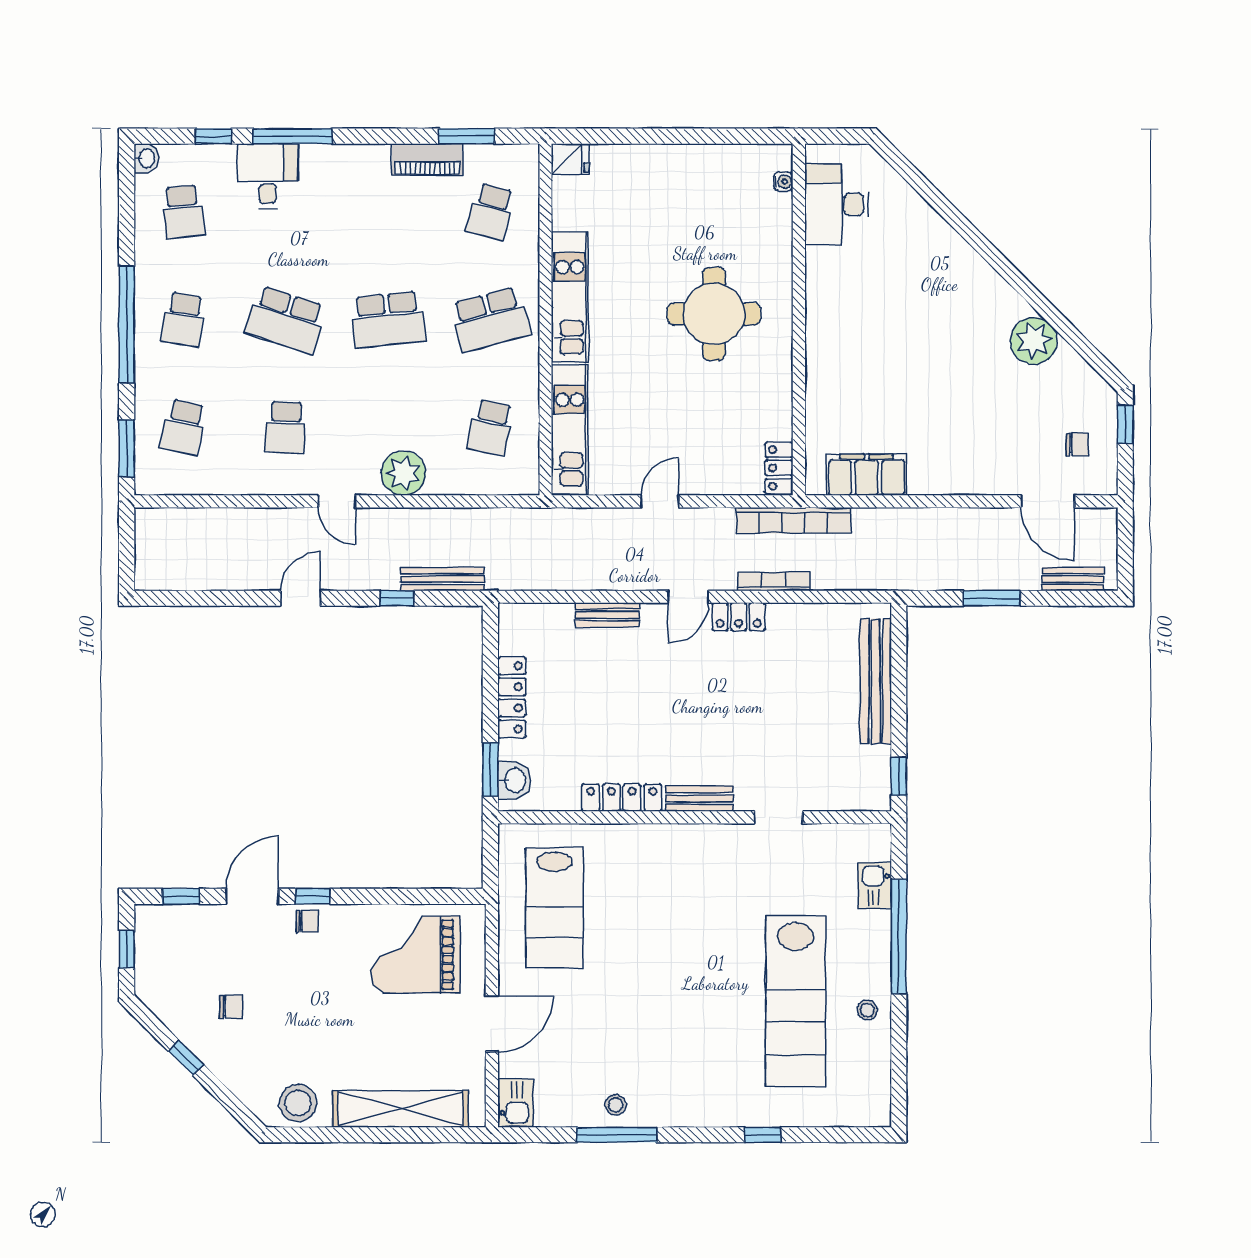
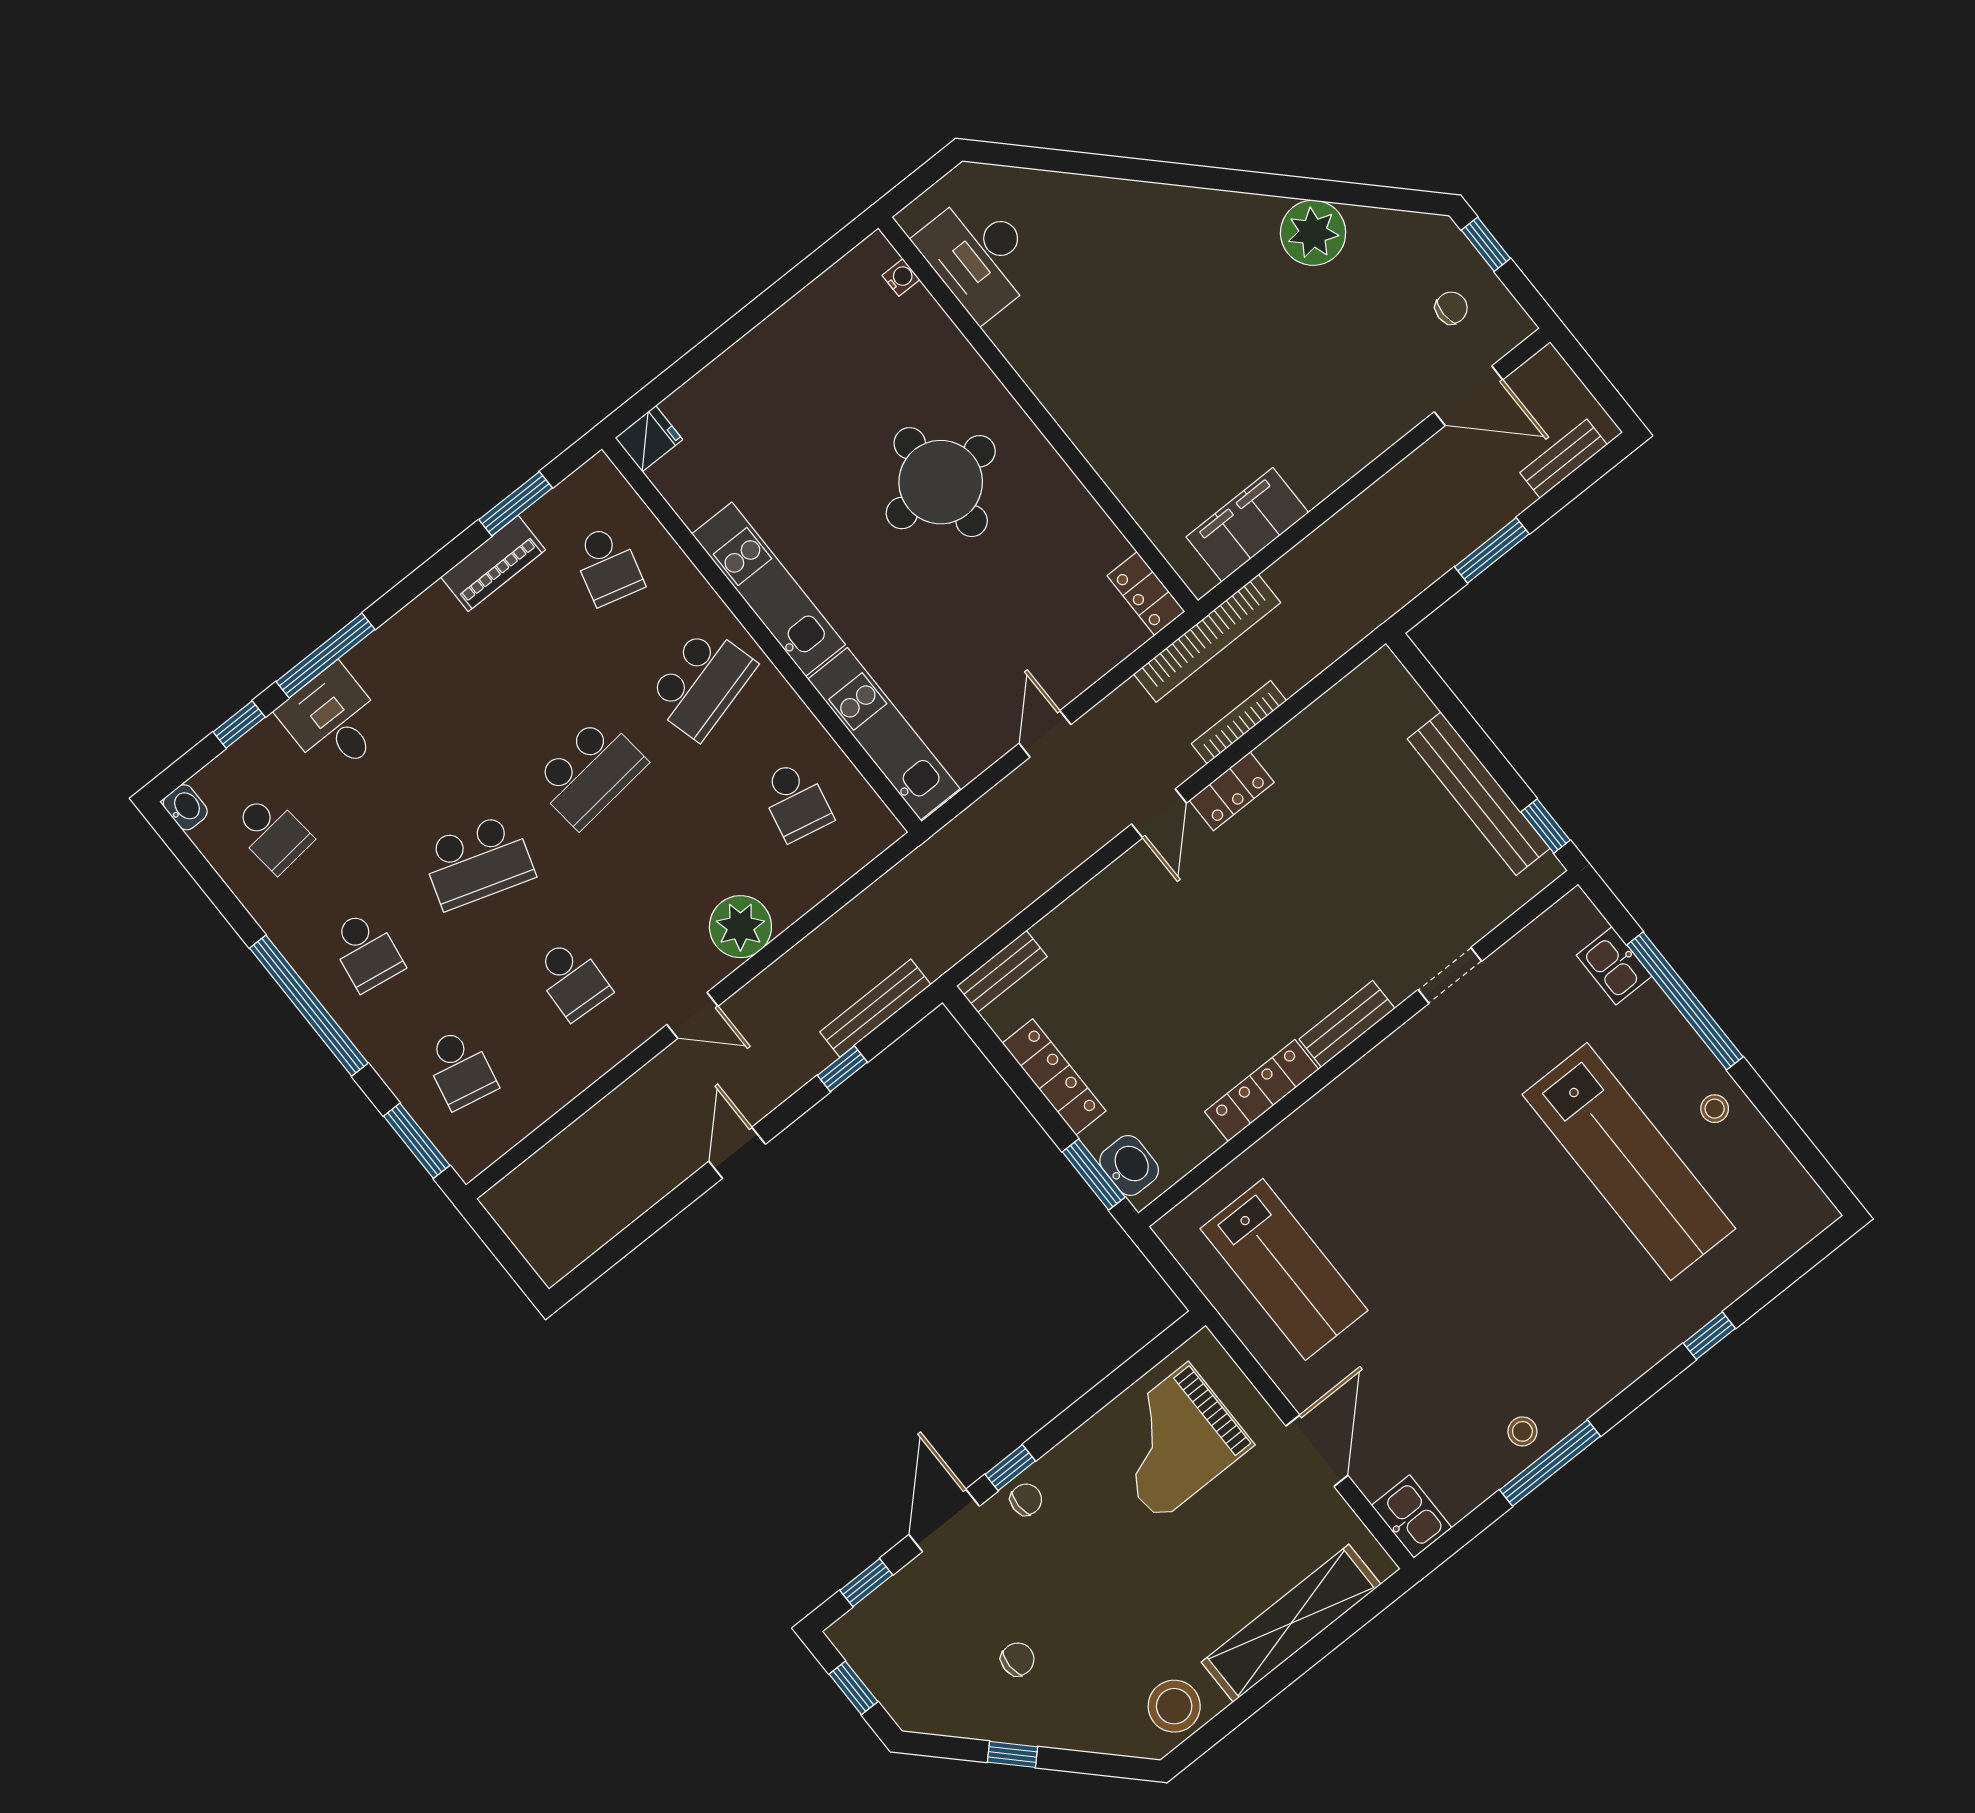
bench: (607, 615) -> (1002, 971), moved
bench: (876, 681) -> (1479, 794), moved

